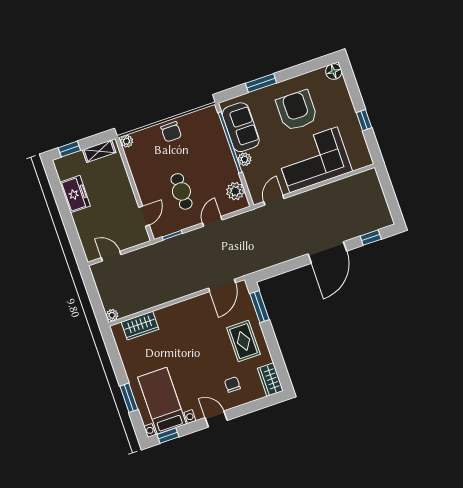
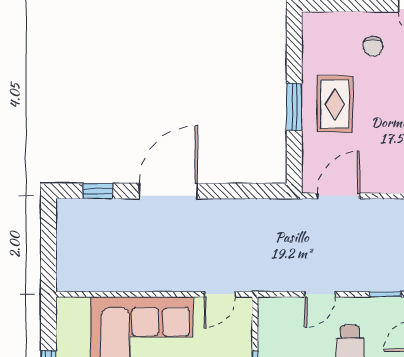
plant: (235, 191) -> (272, 327), removed
window: (259, 307) -> (294, 107), moved
wardrobe: (270, 379) -> (315, 35), removed

